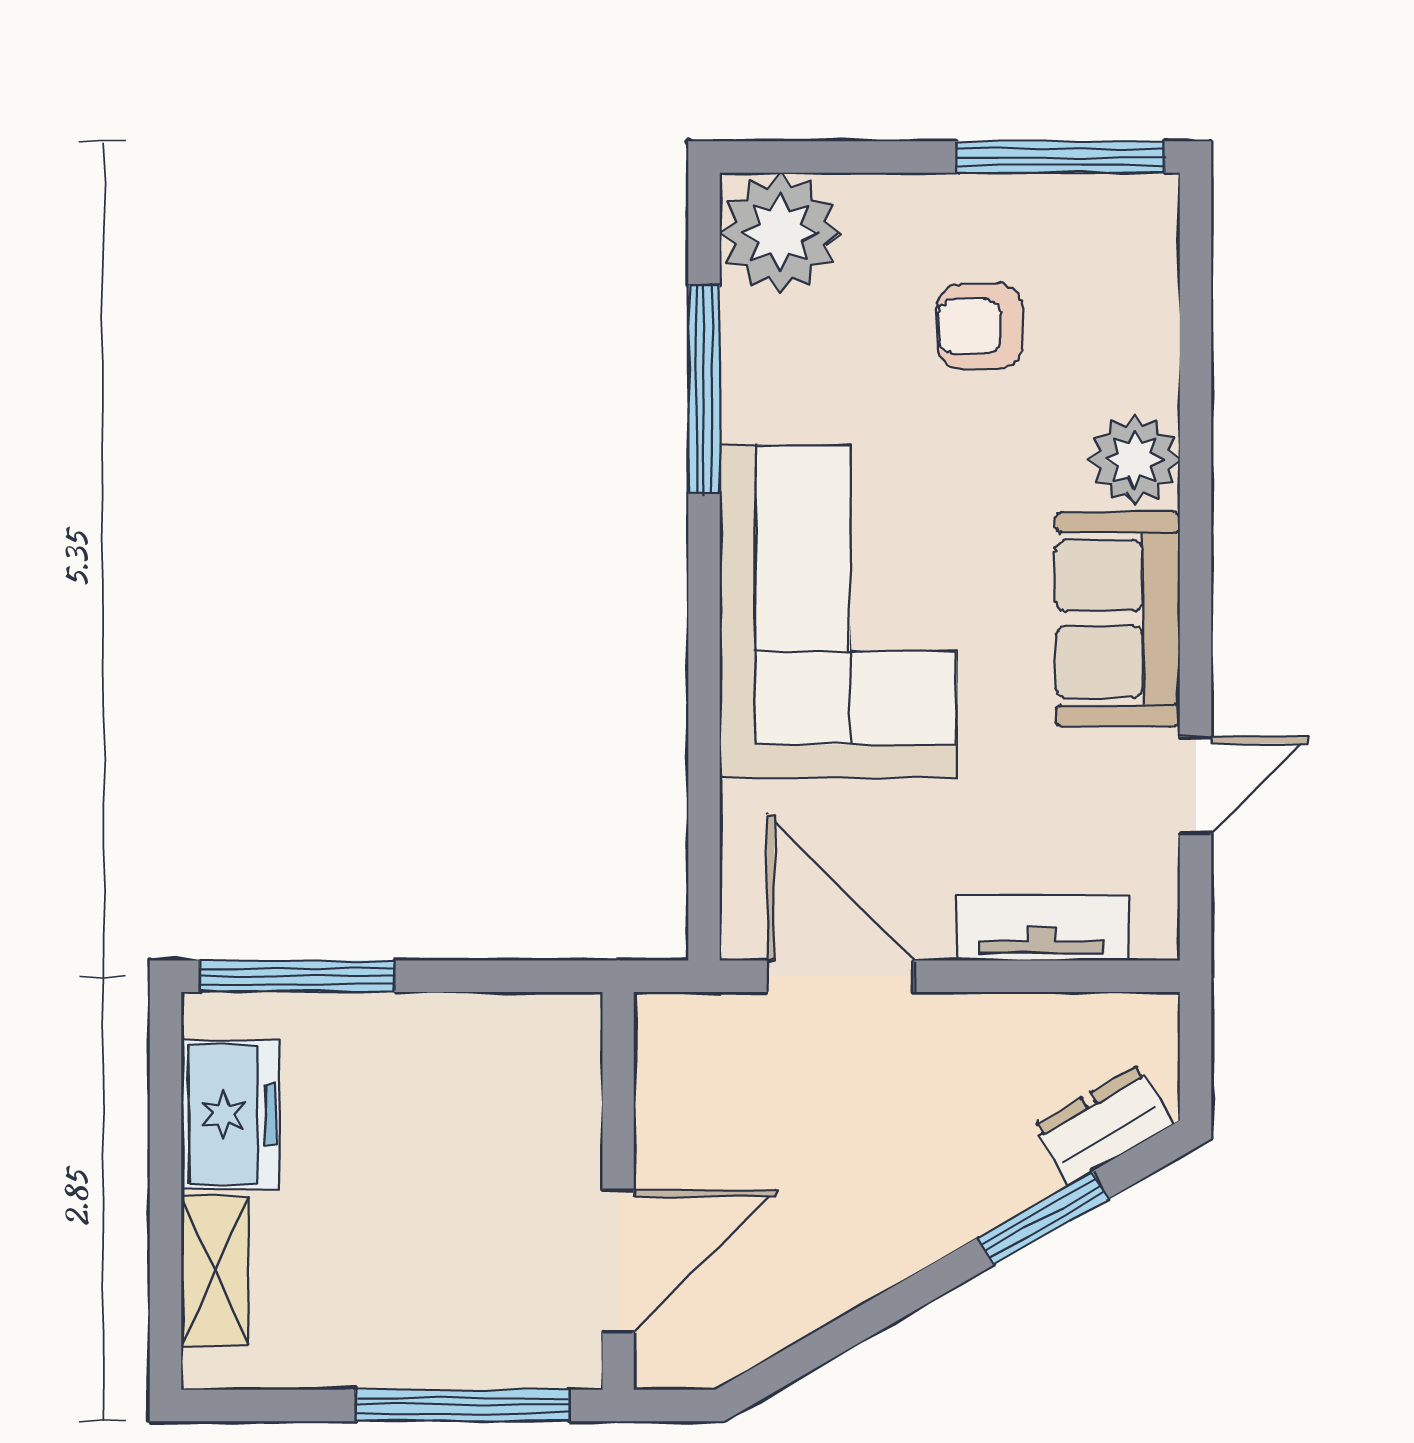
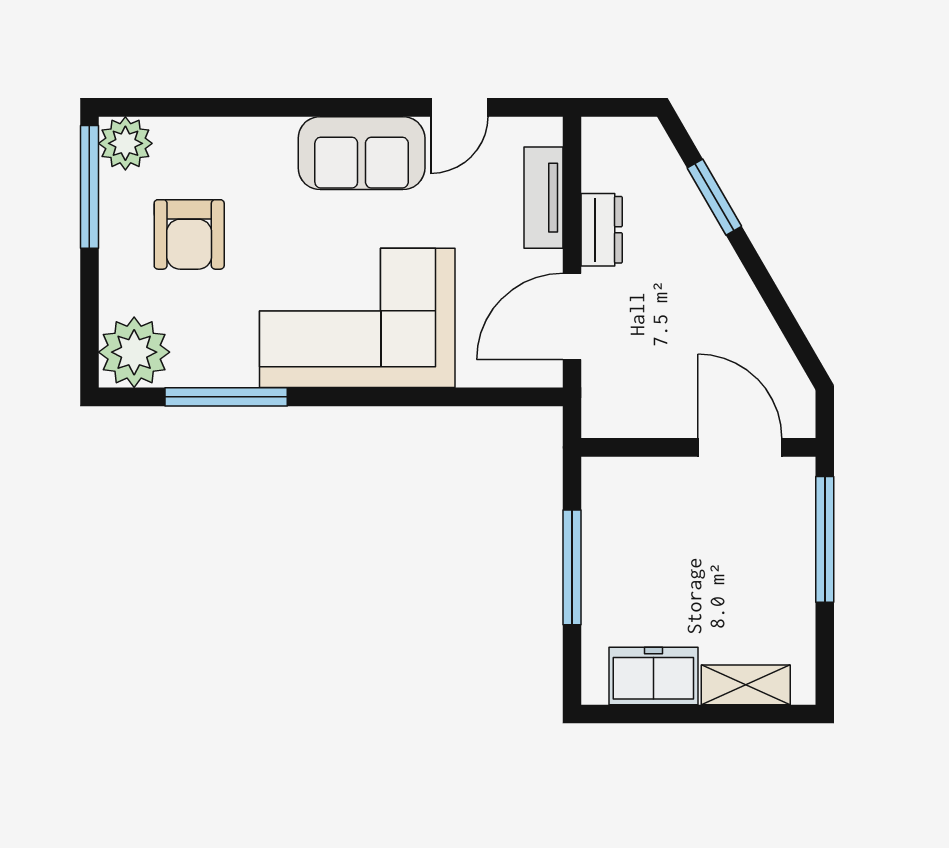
armchair: (980, 326) -> (189, 234), width x1.38, depth x1.38
plant: (1134, 460) -> (125, 143), moved
door: (1196, 785) -> (459, 107), swing flipped
window: (297, 976) -> (572, 567), moved
dresser: (1104, 1125) -> (602, 230), moved, turned -150

